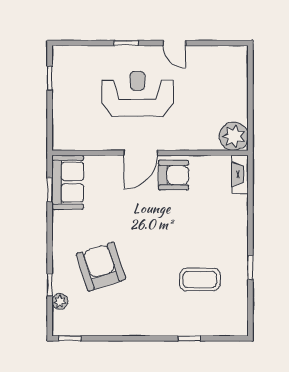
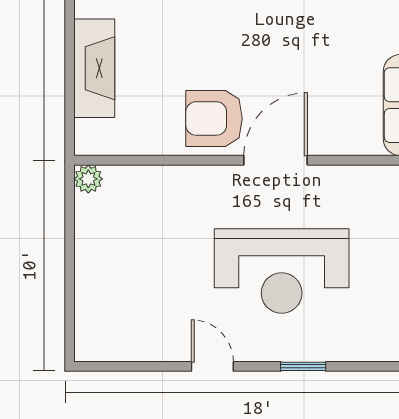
plant: (234, 136) -> (88, 179), width x0.53, depth x0.53
fireplace: (240, 174) -> (94, 68), moved, width x1.37, depth x1.32

